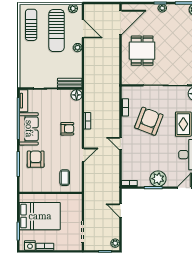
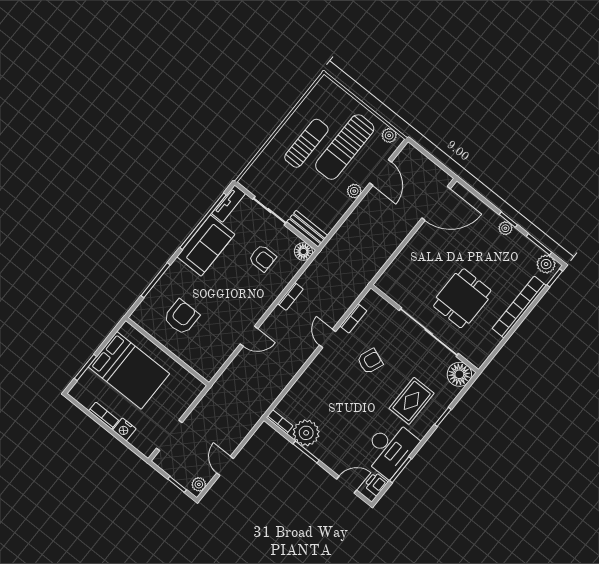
sun lounger: (31, 25) -> (306, 143), moved
dining table: (142, 51) -> (462, 298), moved
armchair: (149, 121) -> (370, 361), width x0.53, depth x0.53
armchair: (67, 129) -> (262, 258), moved
door: (120, 144) -> (327, 338), moved
armchair: (36, 159) -> (181, 317), moved
coffee table: (65, 178) -> (202, 347), removed
plant: (158, 179) -> (306, 433), moved
door: (120, 211) -> (225, 466), moved
nightstand: (30, 245) -> (124, 429), moved

